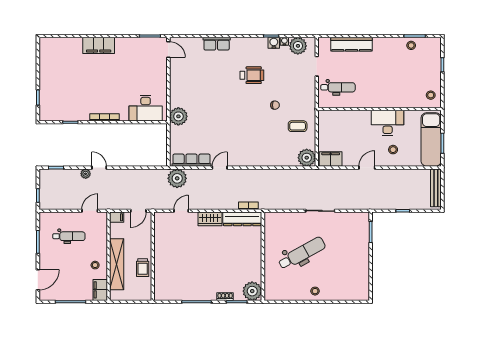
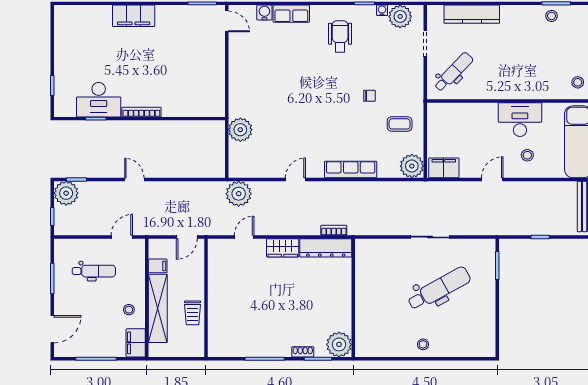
water cooler: (274, 43) -> (264, 13), moved
wheelchair: (252, 75) -> (340, 36), moved, turned -90
dental chair: (338, 87) -> (454, 72), turned -46
desk: (146, 108) -> (99, 100), moved
plant: (178, 116) -> (240, 130), moved
row of seats: (191, 160) -> (351, 169), moved
plant: (86, 174) -> (66, 193), moved, width x1.88, depth x1.88
filing cabinet: (117, 217) -> (158, 266), moved
dental chair: (302, 253) -> (439, 289), moved

